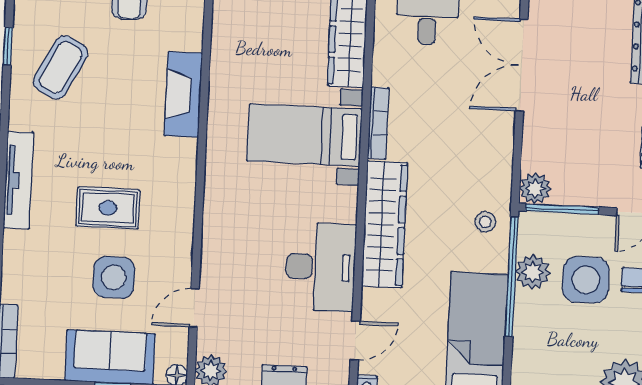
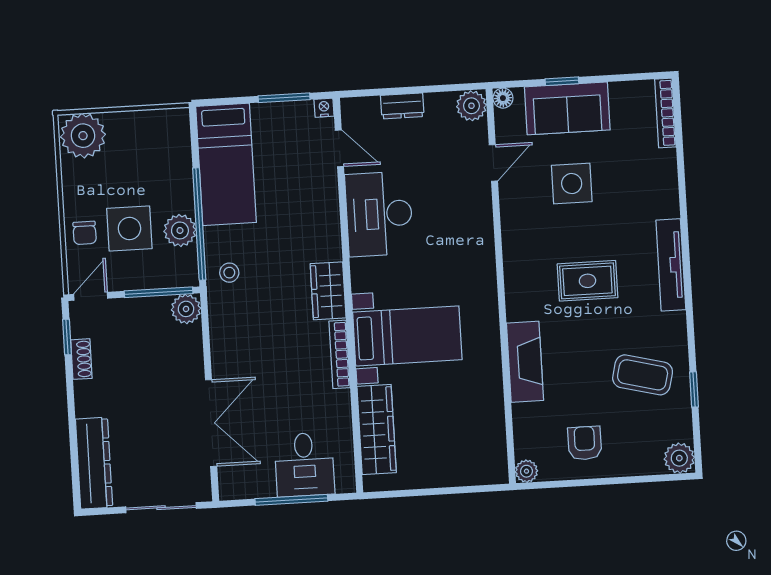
coffee table: (61, 67) -> (643, 375), turned 76
rug: (108, 208) -> (587, 281), moved
wardrobe: (385, 225) -> (328, 291), width x0.48, depth x0.85
door: (355, 341) -> (339, 148), swing flipped

